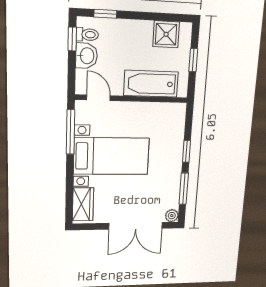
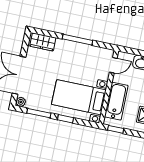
window: (193, 60) -> (116, 129), moved
window: (70, 132) -> (77, 40), moved
bed with nightstands: (111, 156) -> (79, 97), moved, turned 90

